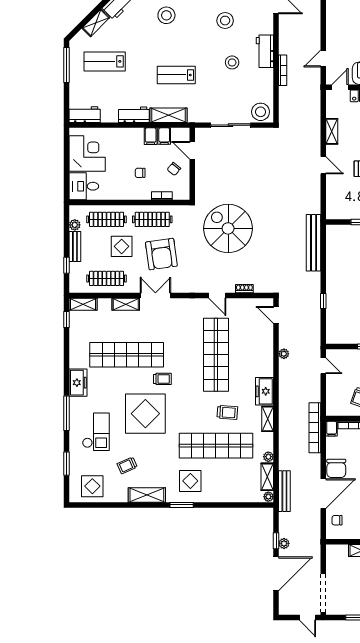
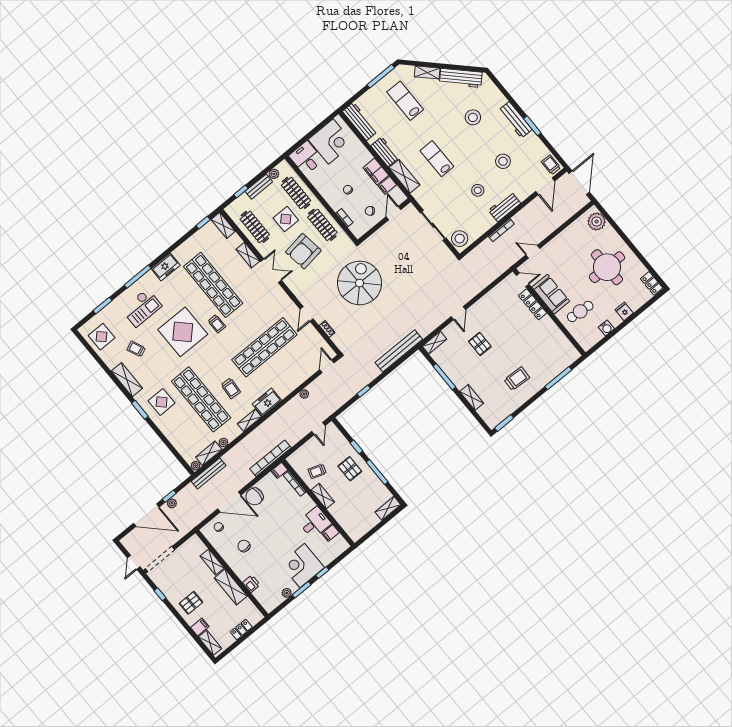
workbench: (85, 115) -> (360, 121), width x1.37
shelving: (332, 131) -> (435, 343), moved
filing cabinet: (151, 136) -> (376, 171), width x2.00

